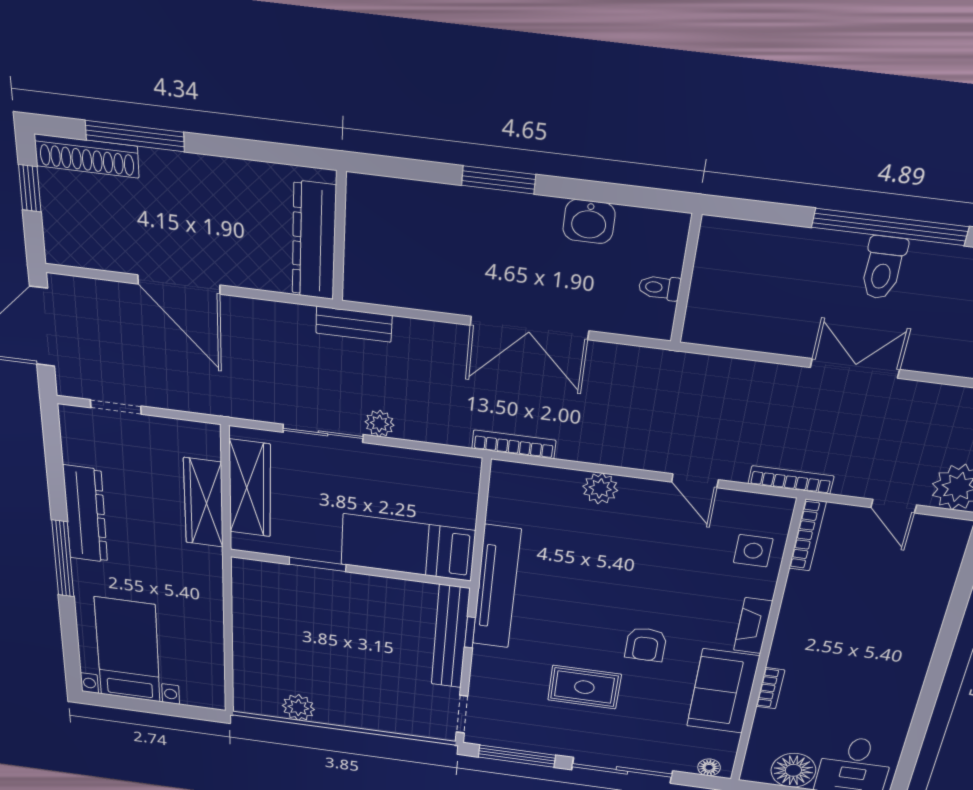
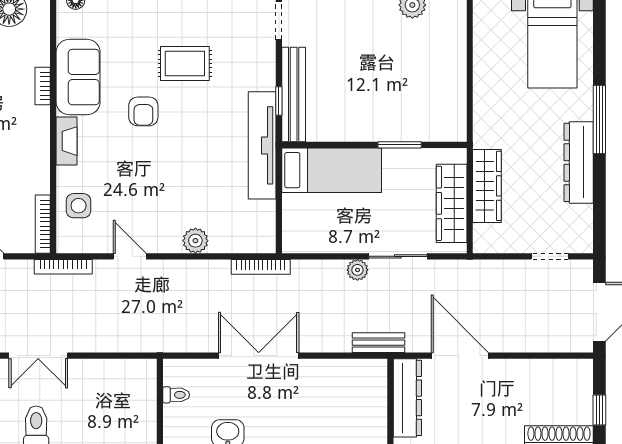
door: (179, 284) -> (460, 356), moved
armchair: (646, 644) -> (143, 111), turned 180

